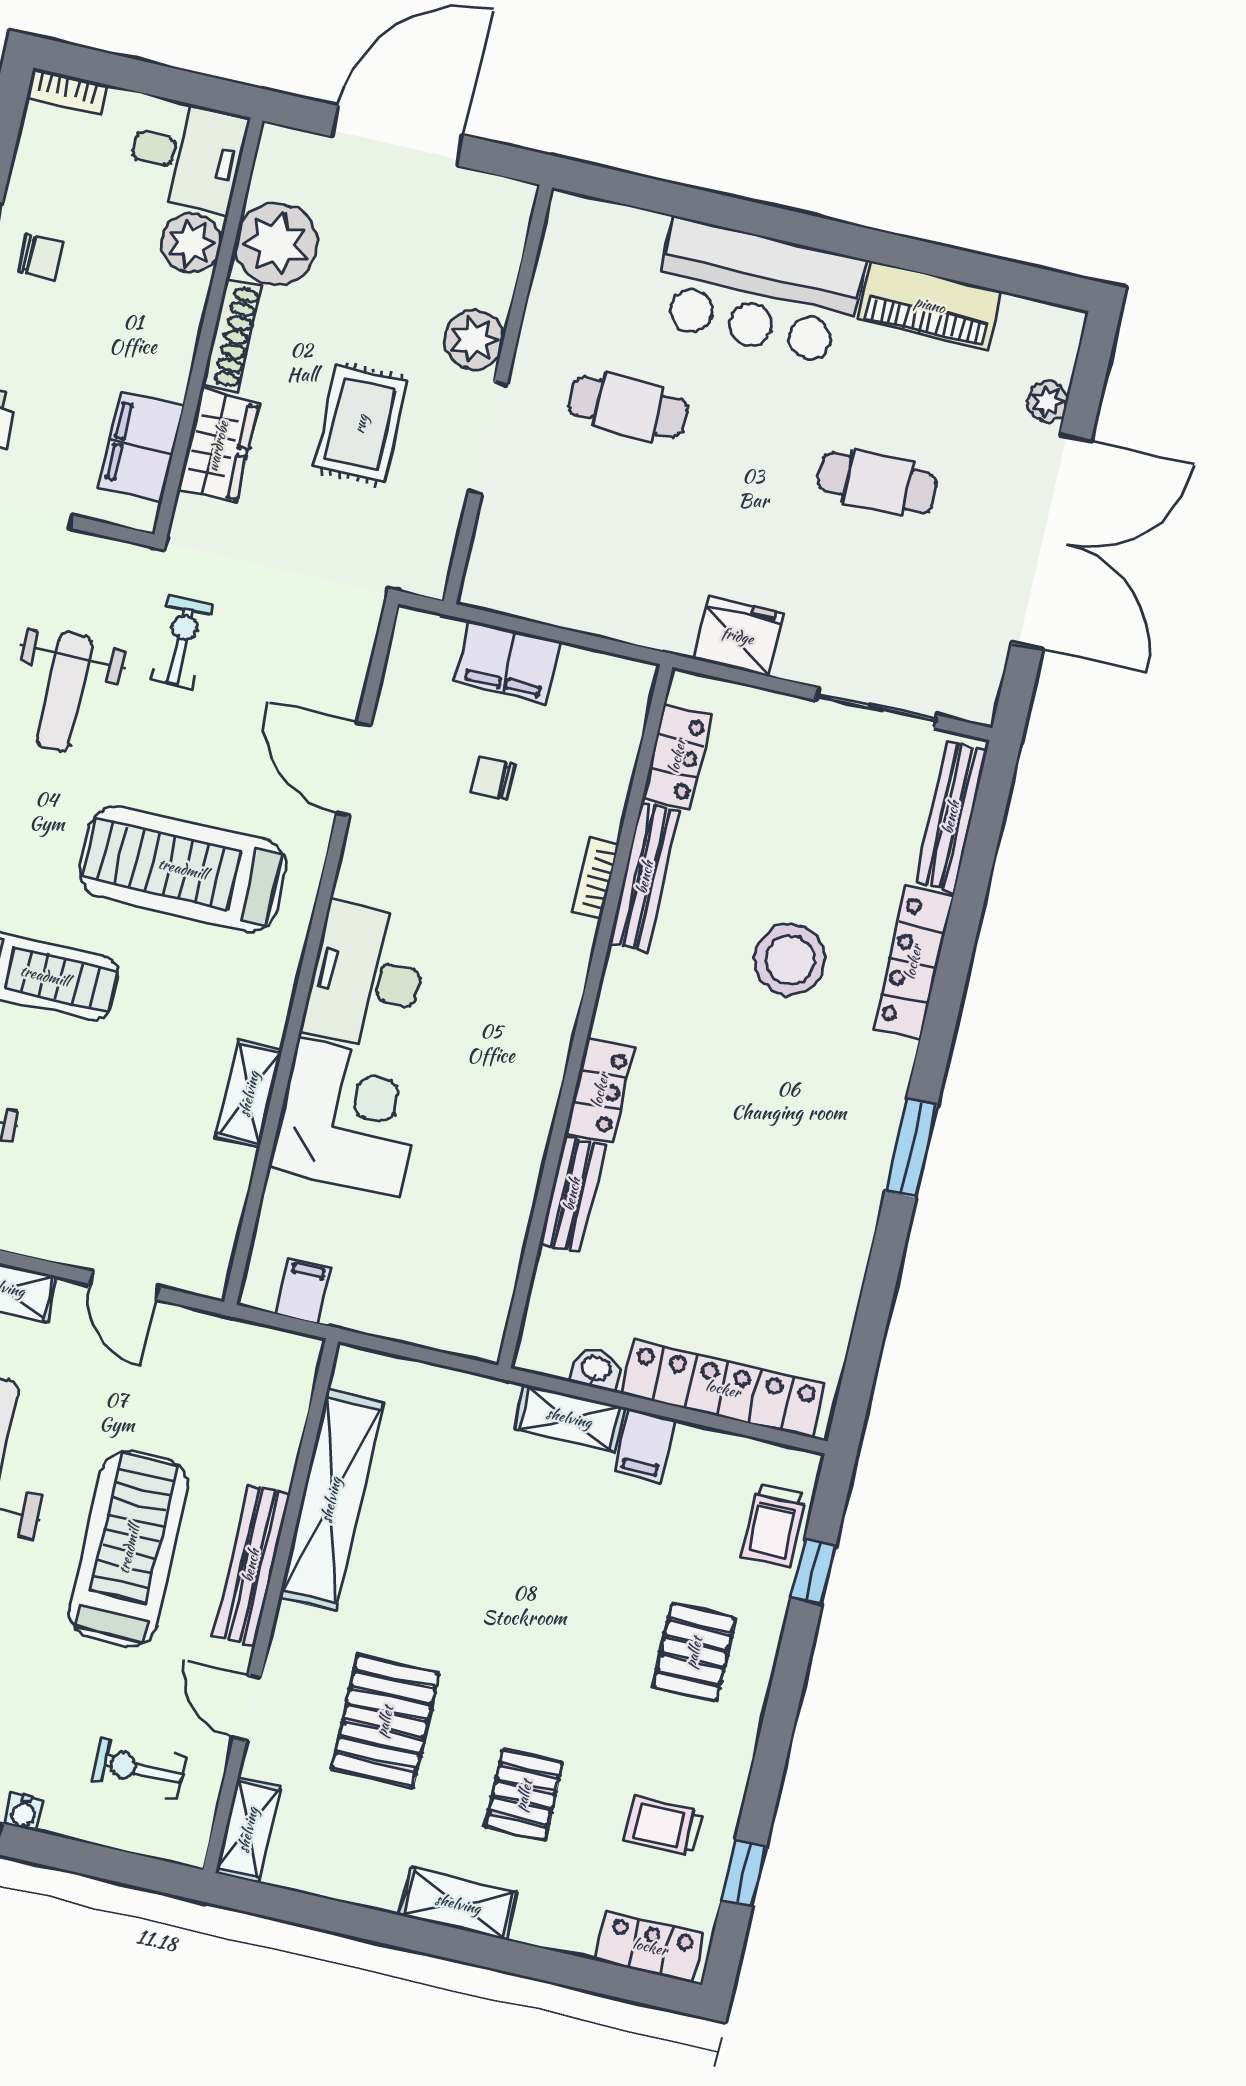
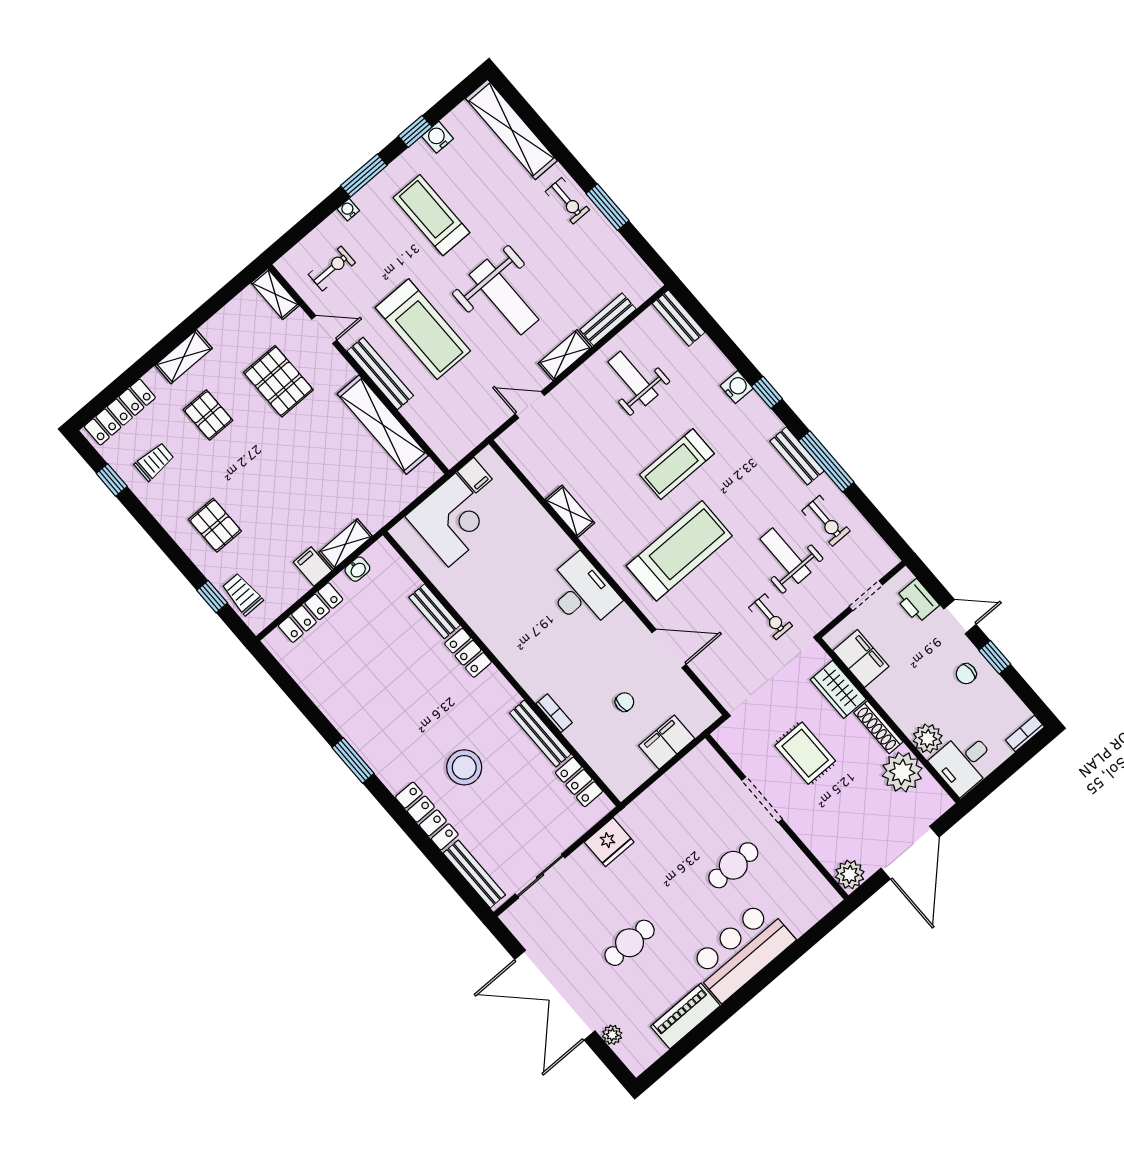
plant: (474, 340) -> (850, 874), moved
corner desk: (349, 1116) -> (452, 520), moved, turned -90
locker: (723, 1389) -> (311, 613), width x0.71, depth x0.83
locker: (650, 1947) -> (120, 412), width x1.53

